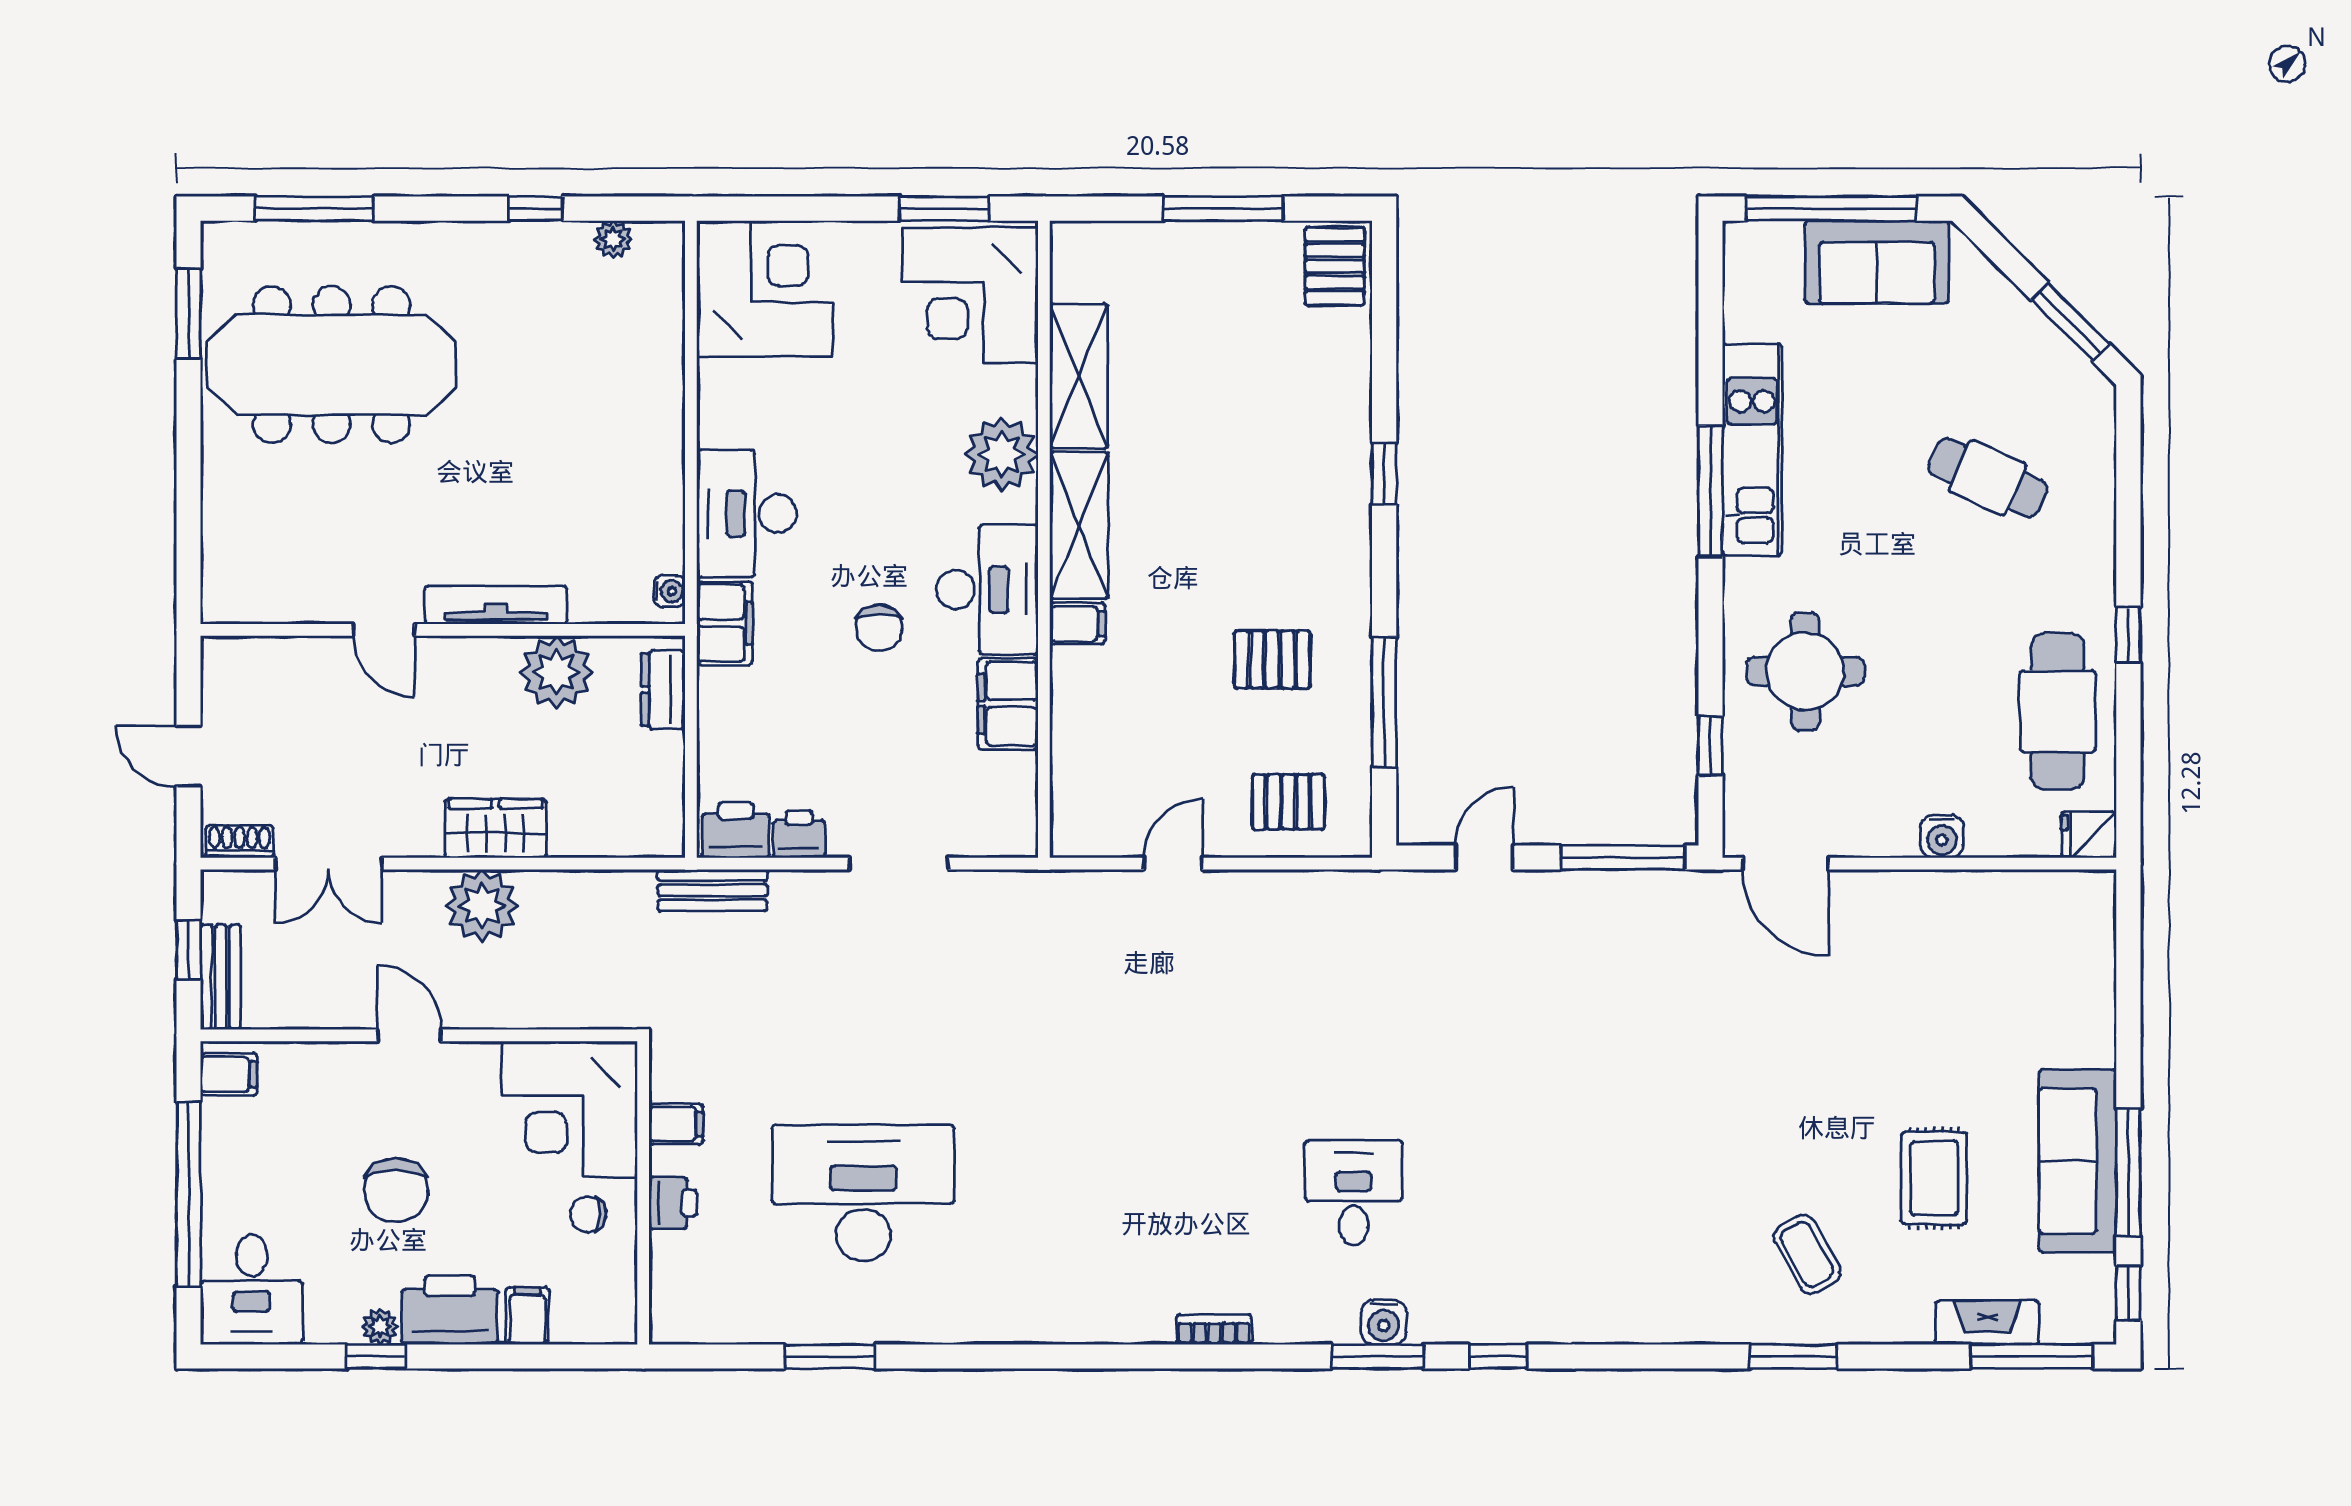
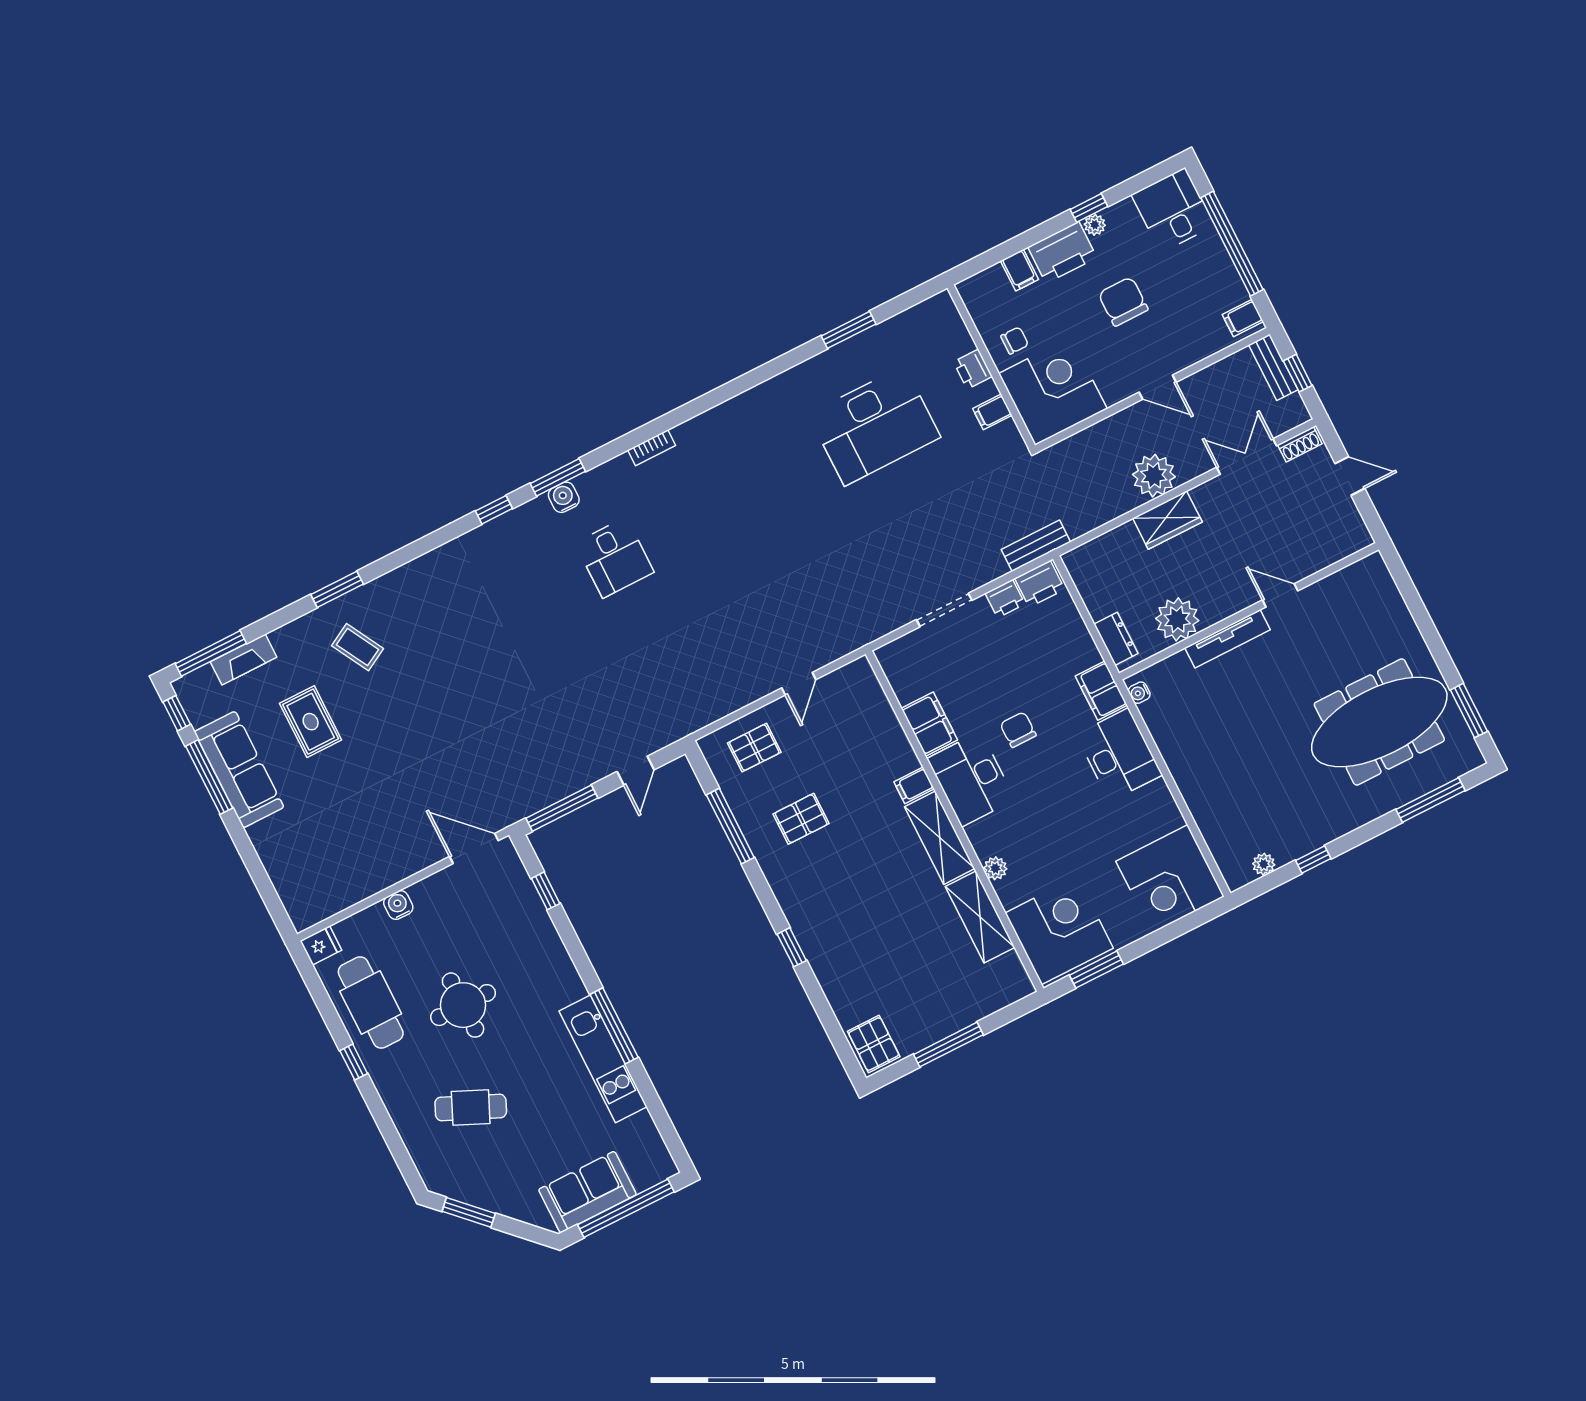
plant: (1002, 454) -> (995, 868), width x0.53, depth x0.53
round table: (1805, 671) -> (463, 1005), moved

